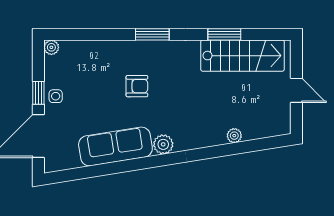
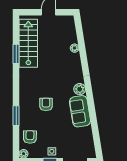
window: (152, 34) -> (16, 116), moved
armchair: (80, 58) -> (30, 137), added
sofa: (115, 146) -> (80, 111), width x0.73

